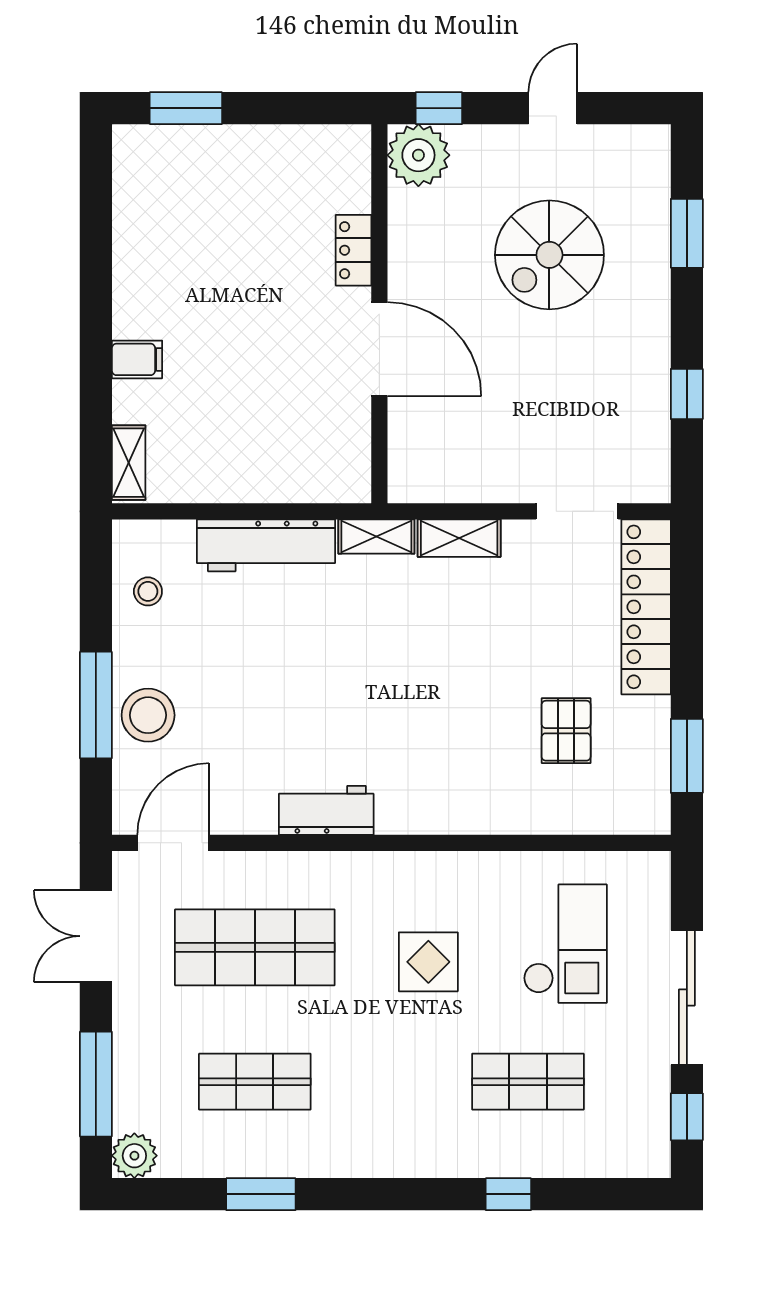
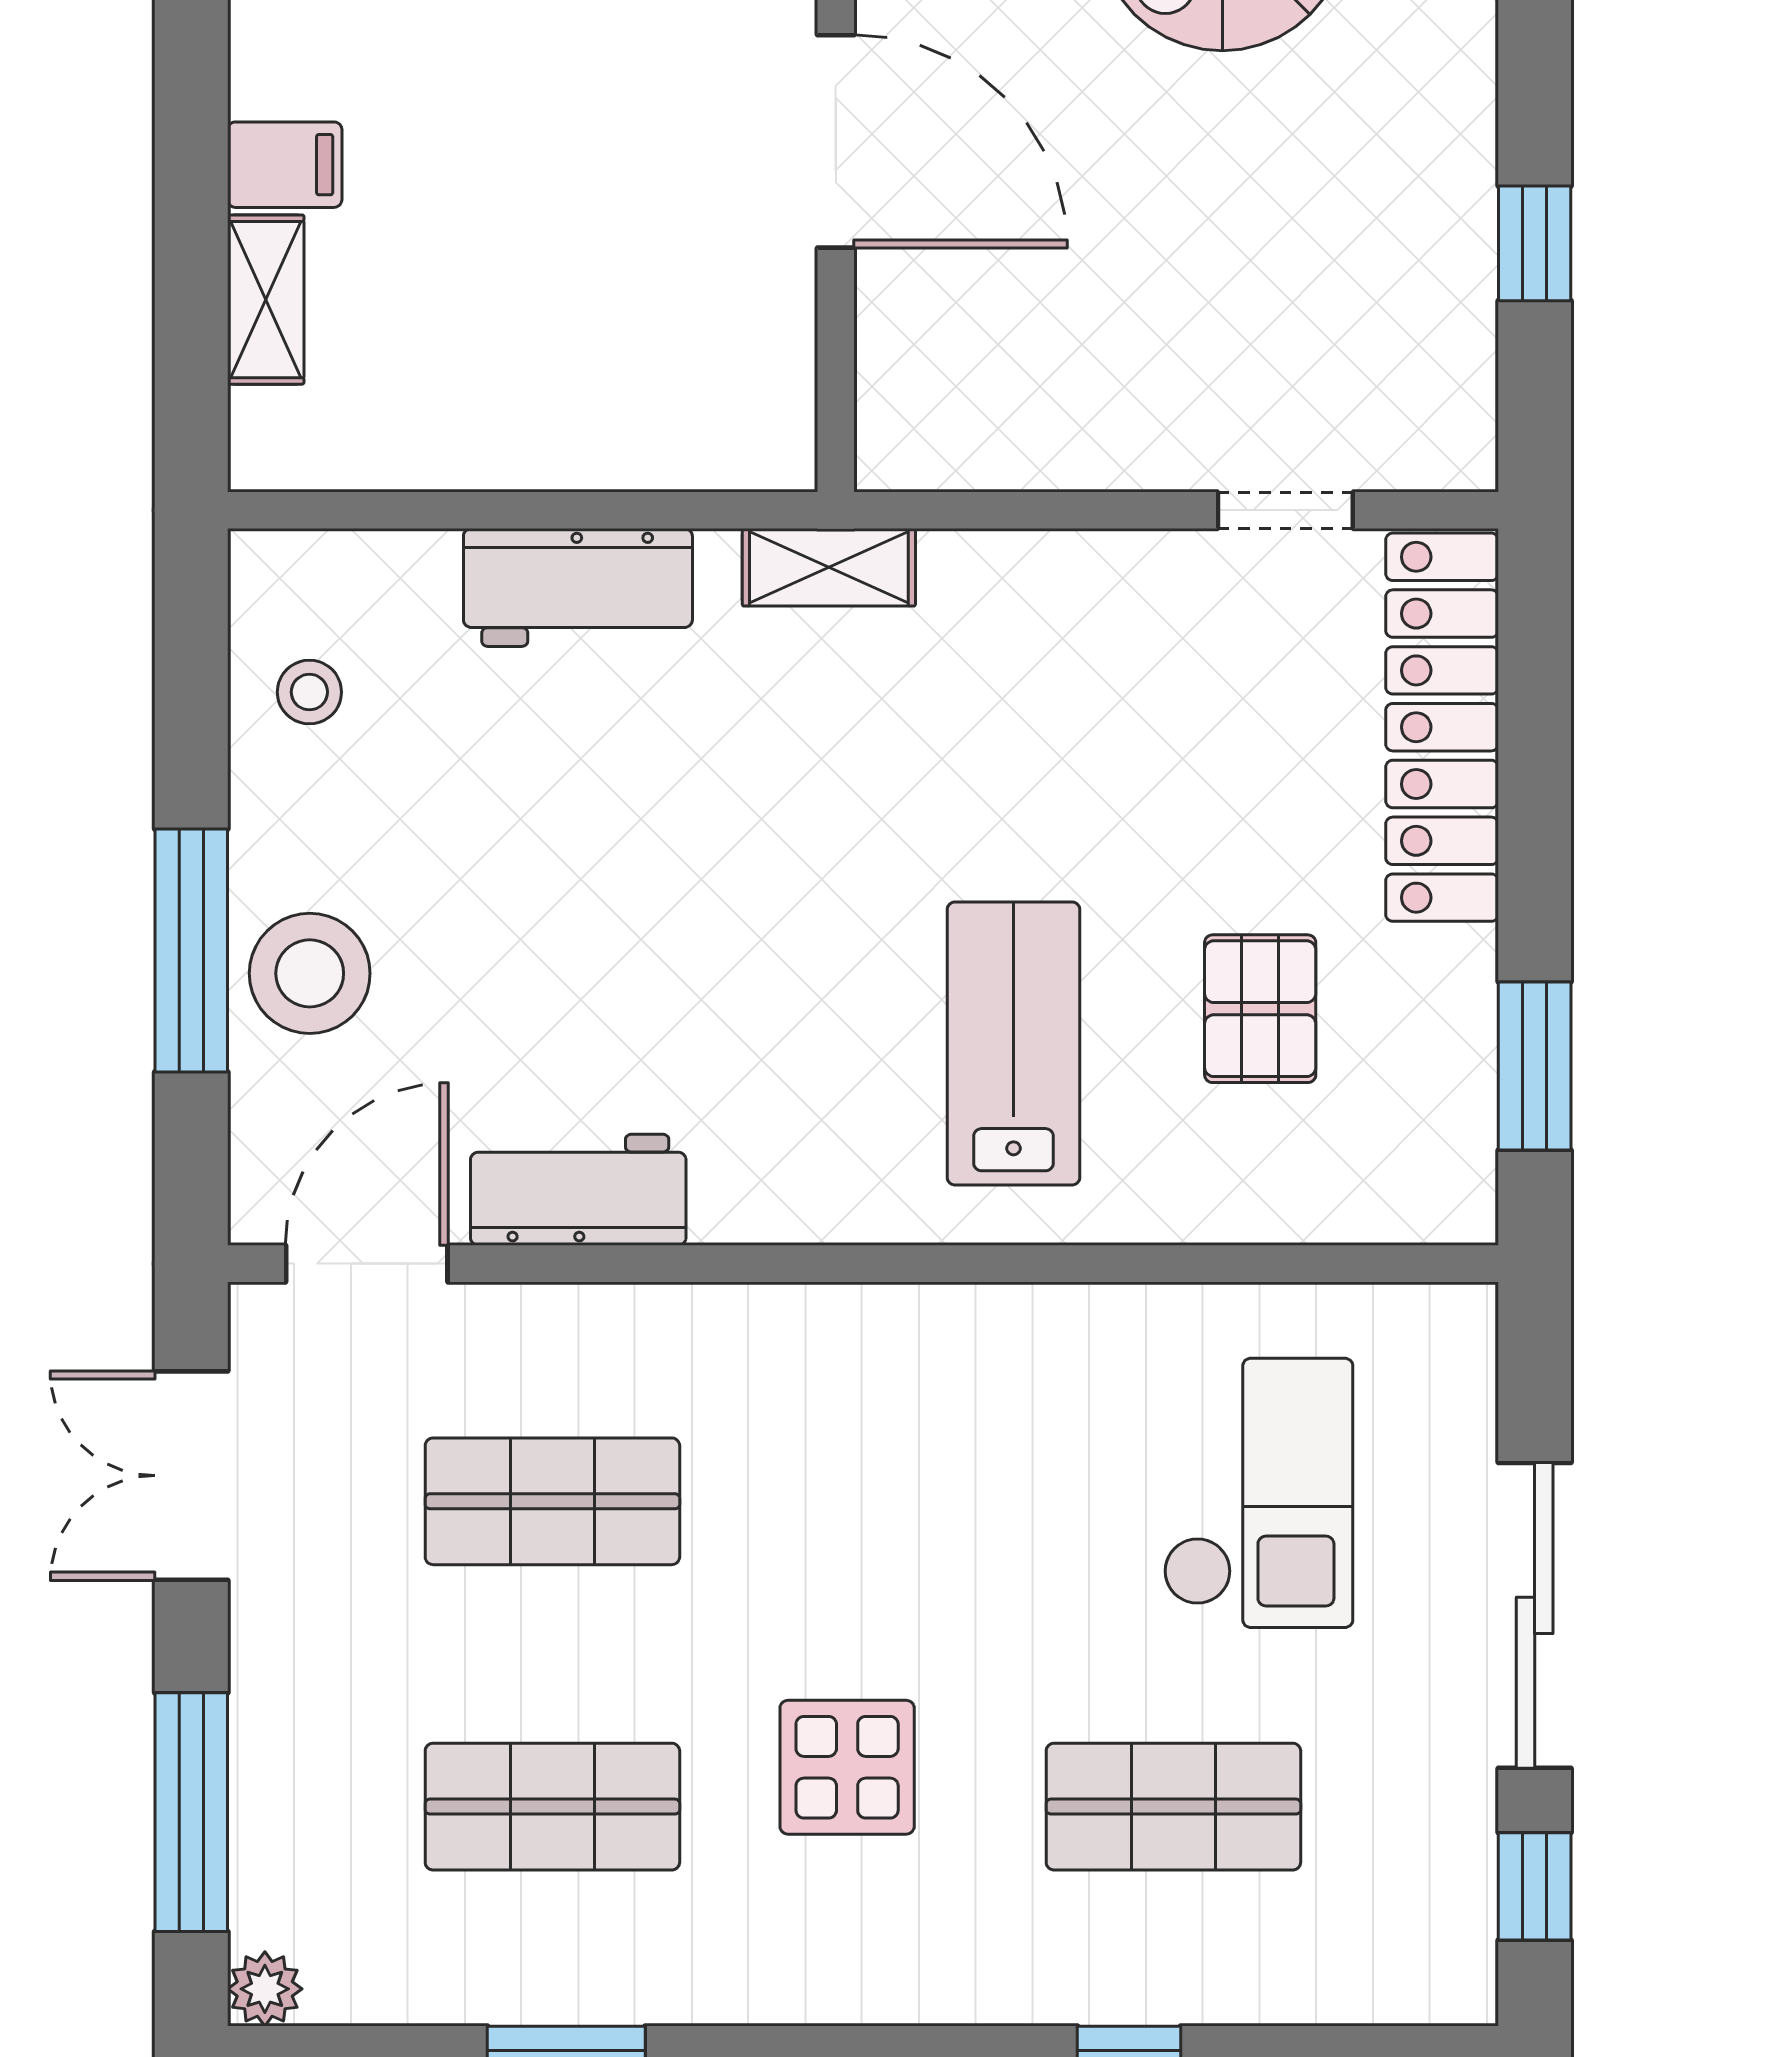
shelving: (129, 463) -> (266, 300), moved
doorway: (577, 511) -> (1285, 510), width x0.73
shelving: (459, 538) -> (1017, 571), removed
workbench: (266, 545) -> (578, 587), width x0.73
lab bench: (458, 746) -> (1014, 1043), added
workbench: (326, 810) -> (578, 1190), moved
shop shelf: (255, 947) -> (552, 1501), width x0.70, depth x0.74
display table: (428, 962) -> (847, 1767), moved
plant: (134, 1156) -> (265, 1989), width x0.73, depth x0.73

